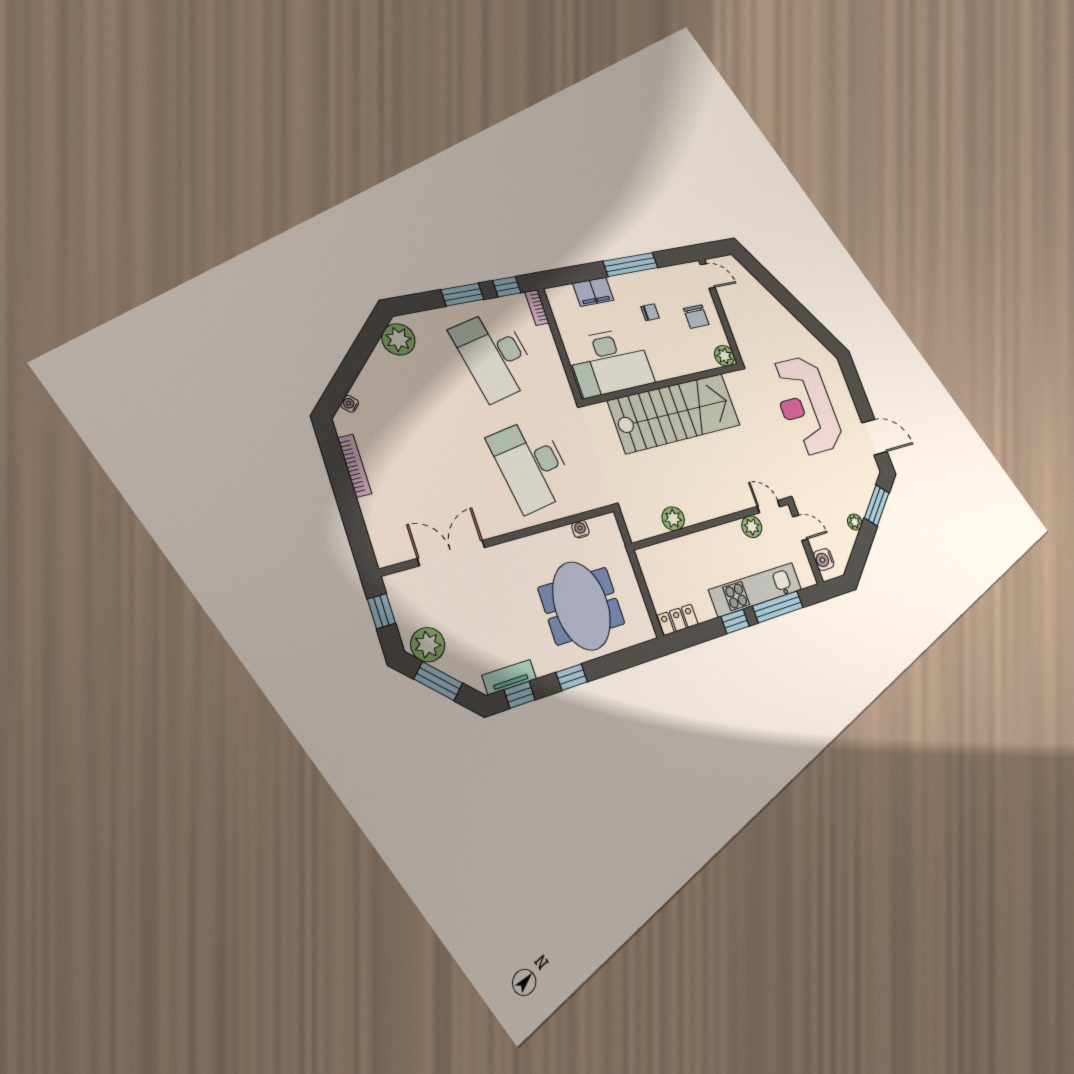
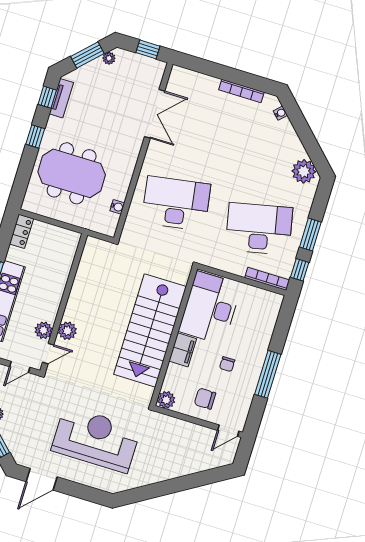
filing cabinet: (593, 292) -> (183, 350), moved, turned 180
bookcase: (537, 307) -> (267, 279), width x1.56
plant: (673, 519) -> (67, 331), moved
plant: (428, 645) -> (109, 58), width x0.53, depth x0.53

